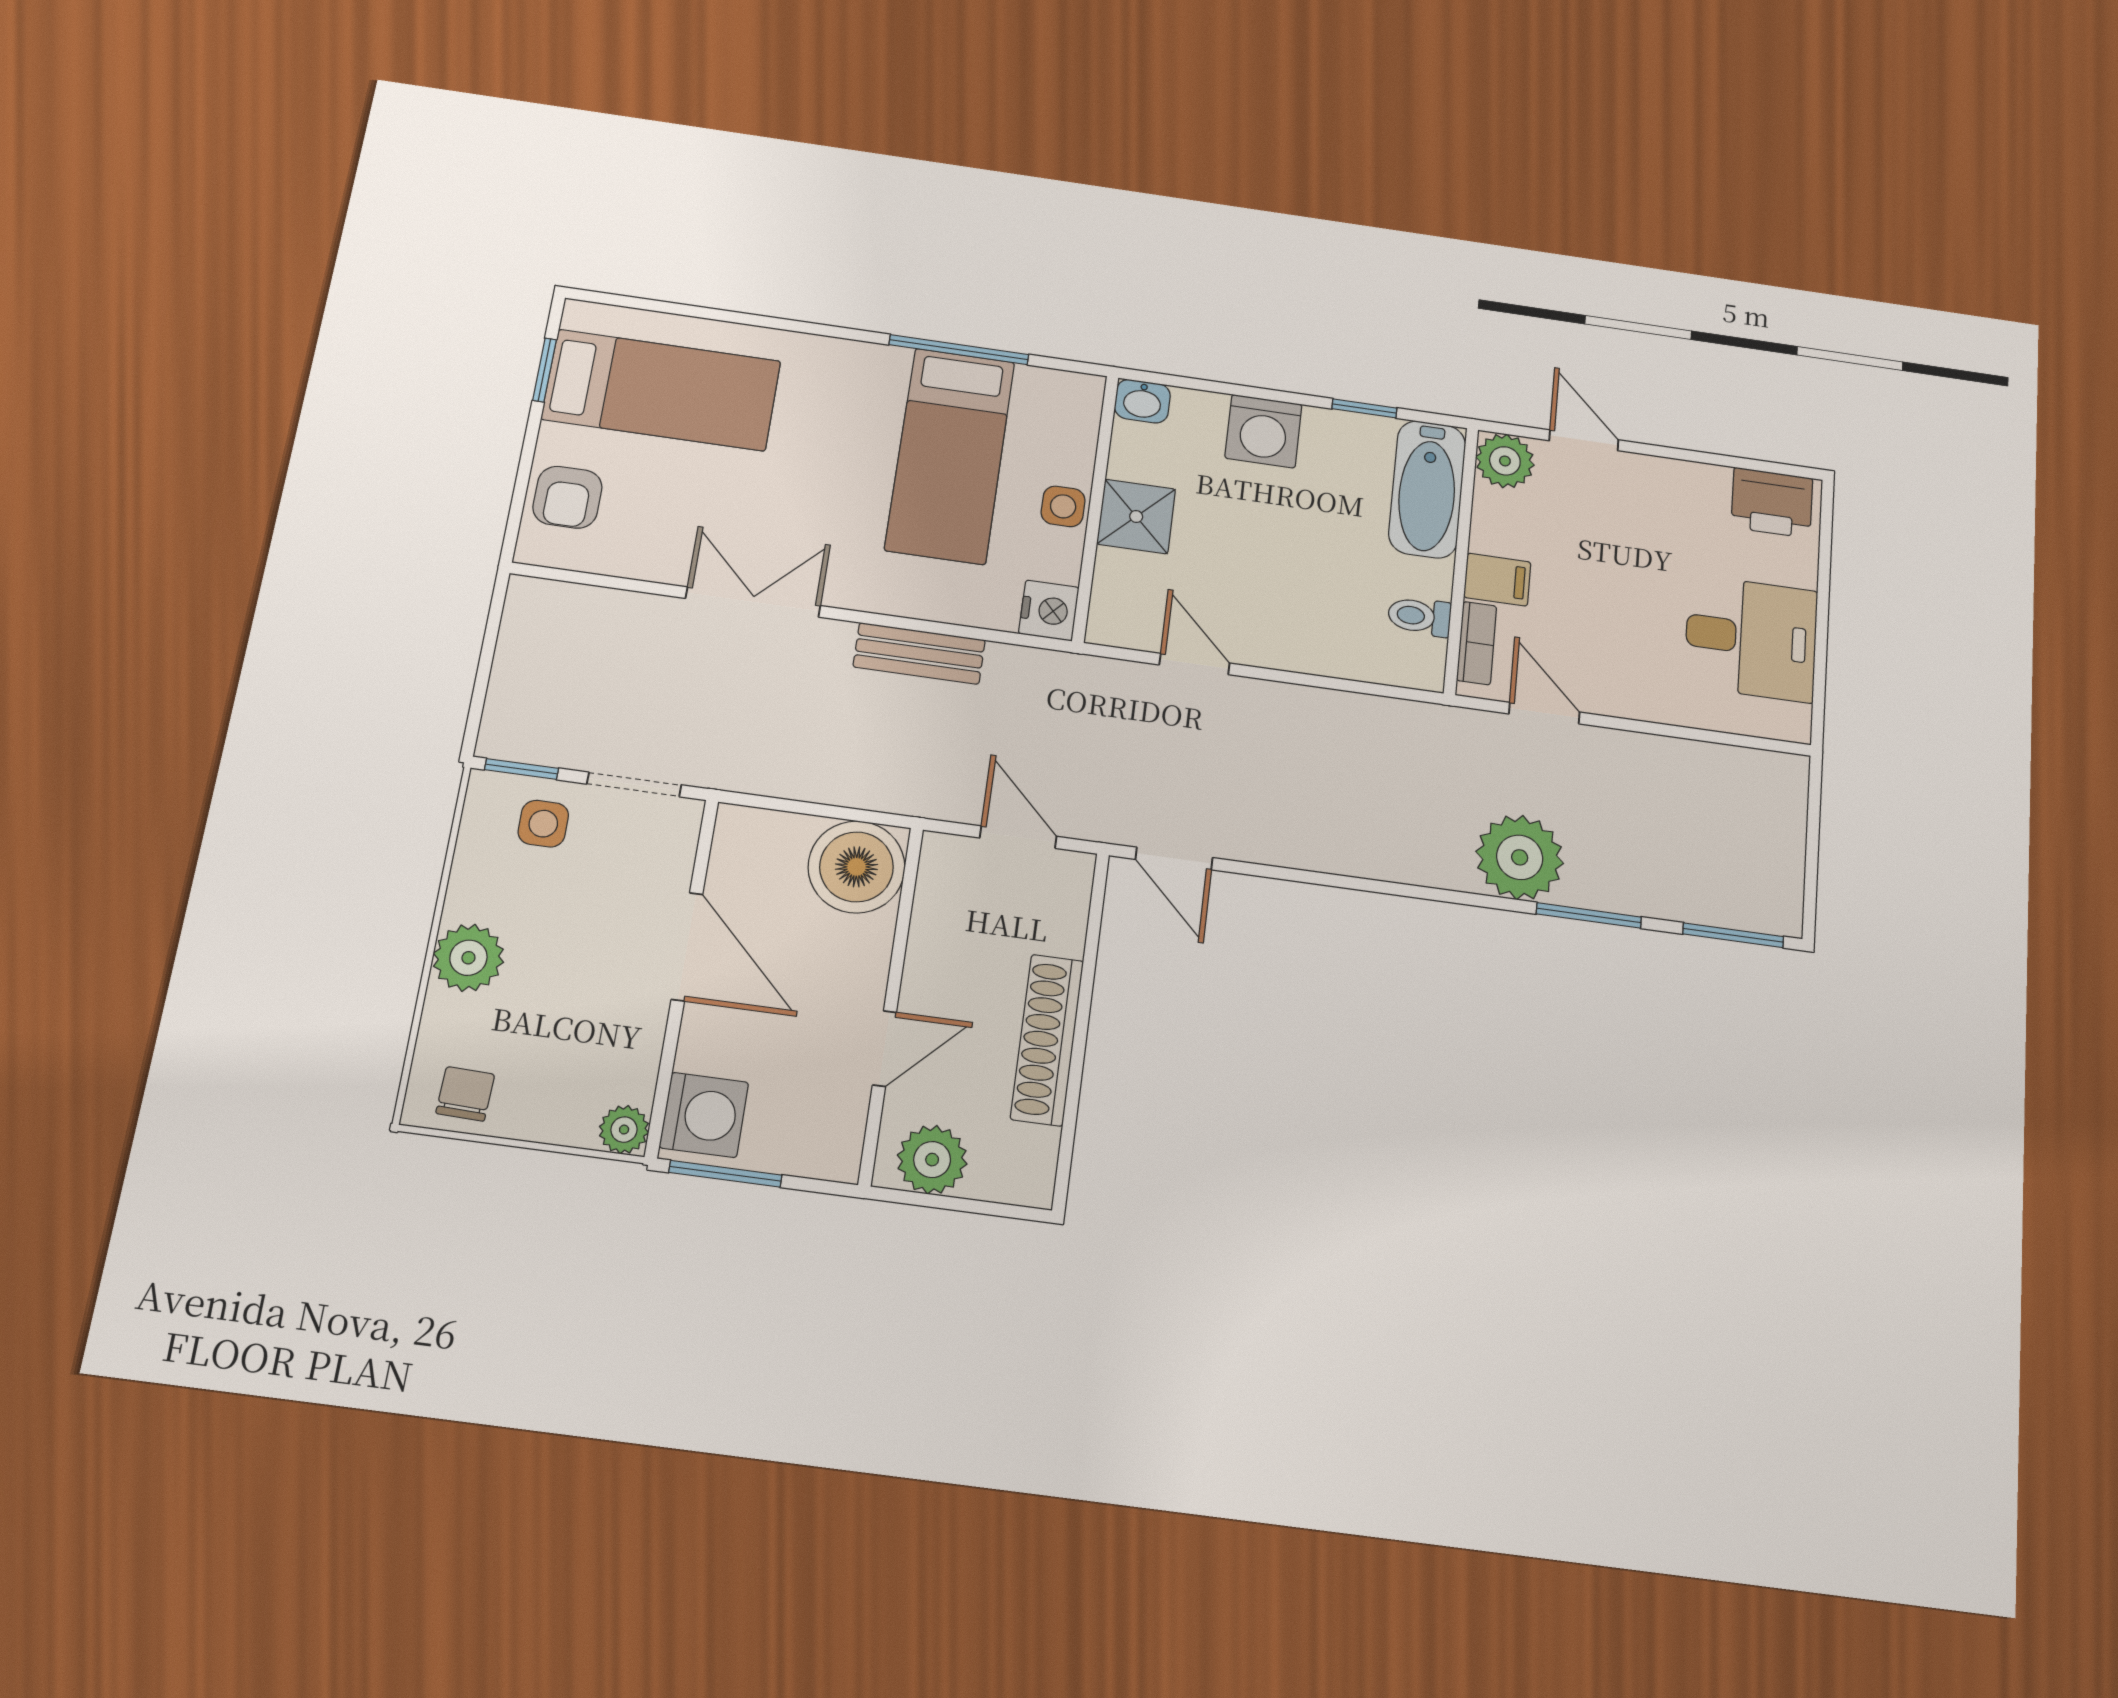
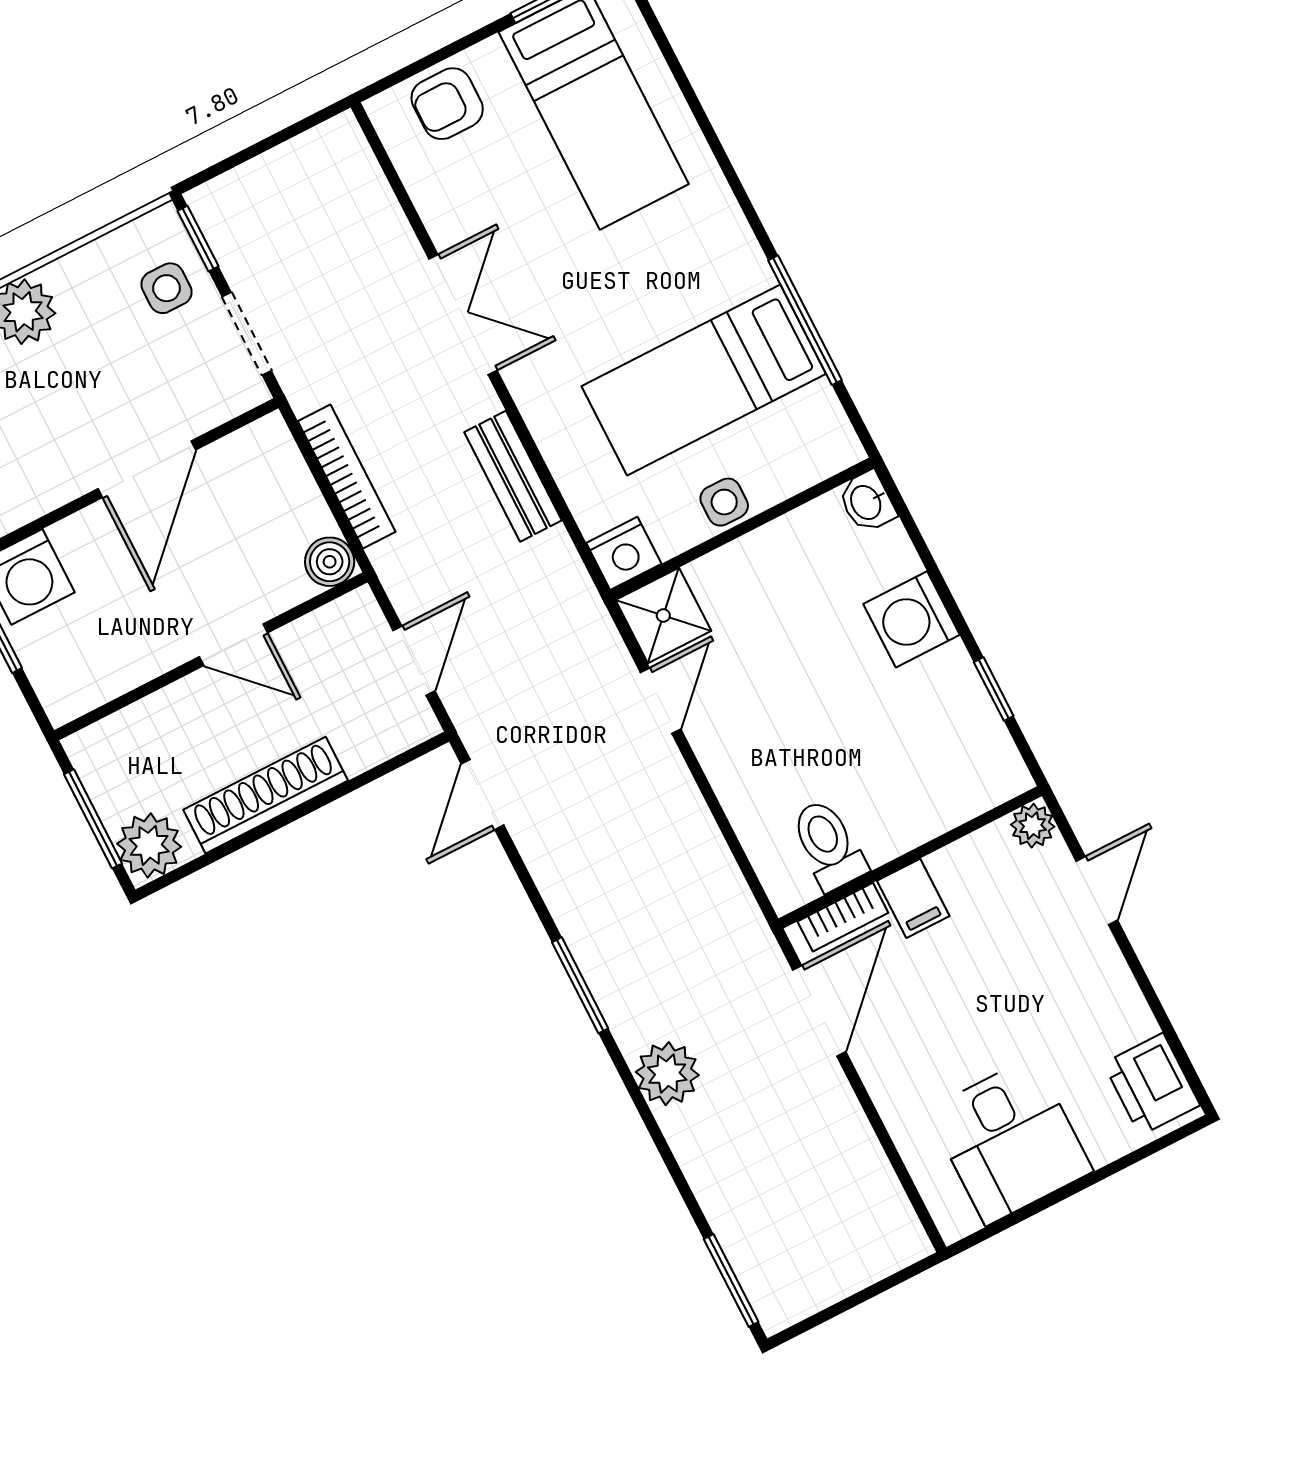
plant: (1505, 461) -> (1033, 826), width x0.73, depth x0.73
bathtub: (1427, 489) -> (956, 789), removed
shower: (1136, 516) -> (663, 615), moved
toilet: (1419, 616) -> (828, 845), width x1.37, depth x1.39
door: (1544, 713) -> (819, 1011), width x1.38
bookcase: (819, 786) -> (347, 476), added
plant: (1520, 857) -> (667, 1074), width x0.73, depth x0.73
boiler: (857, 867) -> (330, 562), width x0.54, depth x0.54
window: (1589, 915) -> (580, 985), moved
door: (885, 1049) -> (233, 645), moved
plant: (932, 1160) -> (149, 845), moved
window: (962, 1205) -> (93, 819), added

